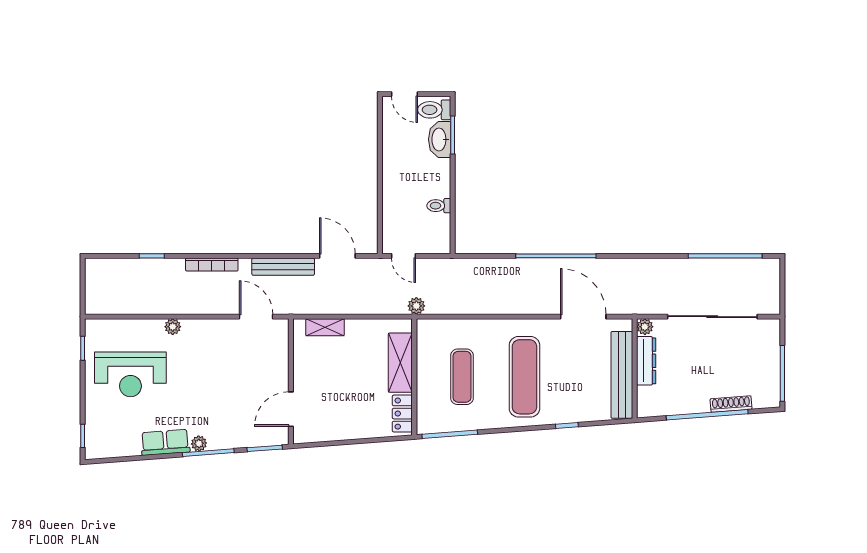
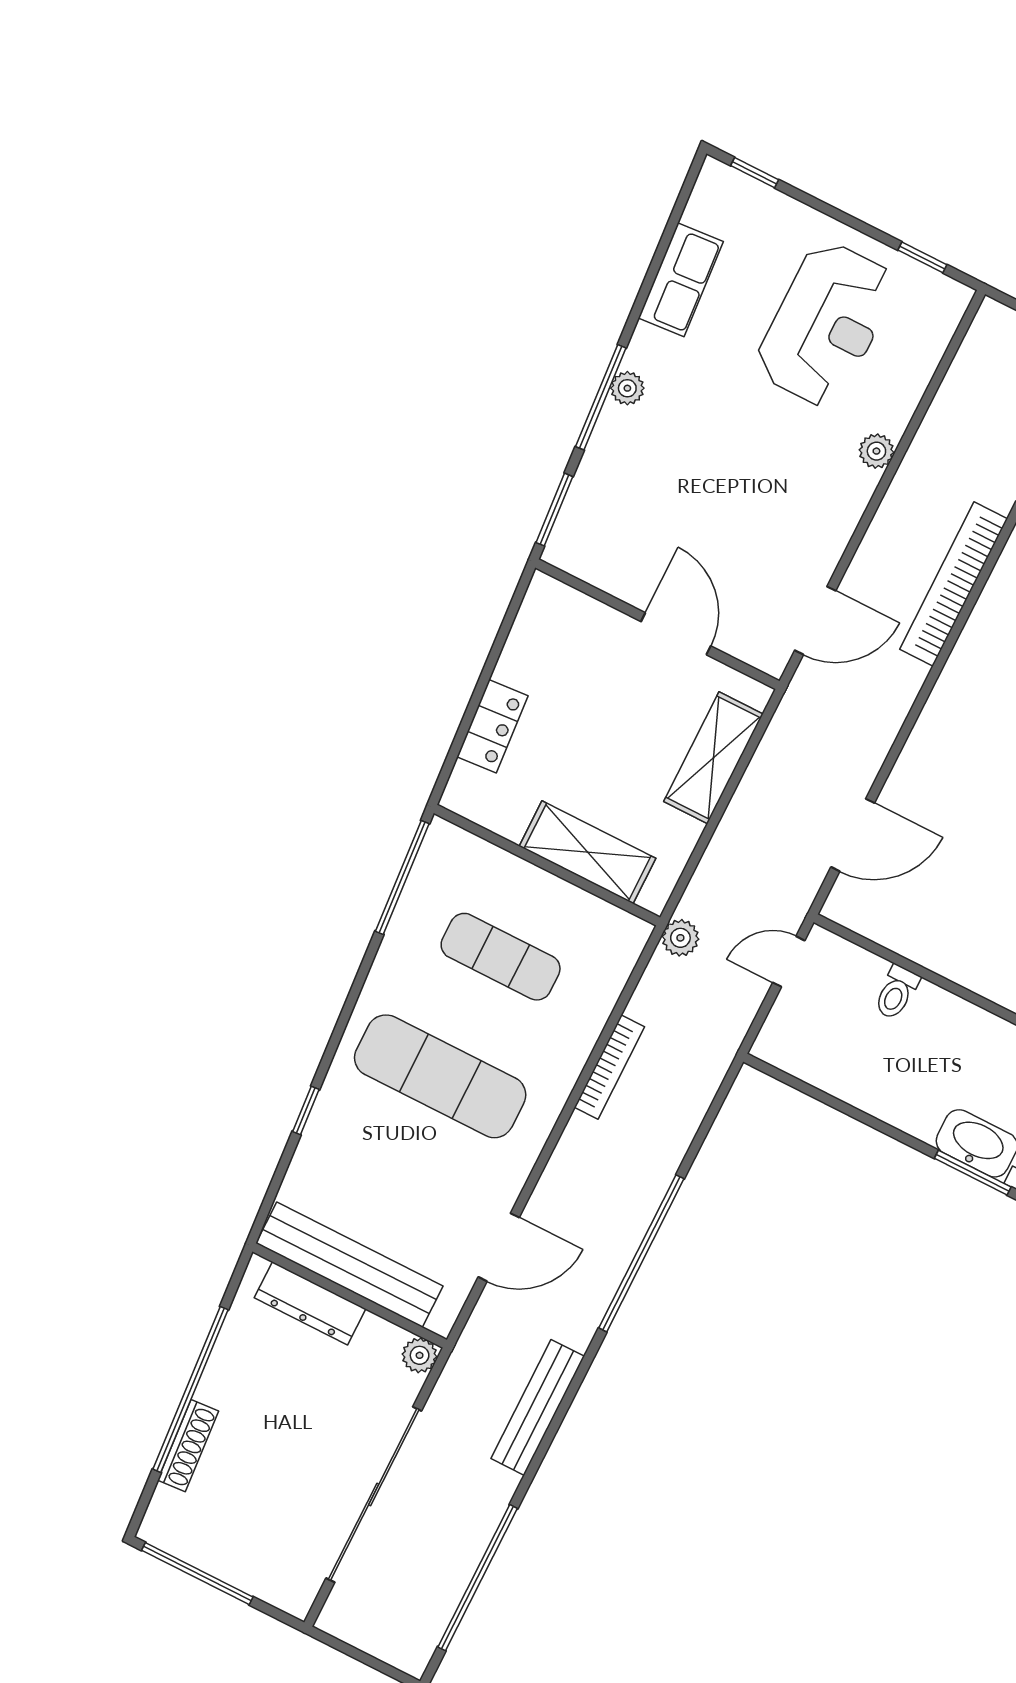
toilet: (439, 206) -> (896, 992), moved, turned 180
bookcase: (212, 265) -> (954, 584), width x1.48, depth x1.31
bench: (283, 267) -> (538, 1407), moved
bookcase: (485, 308) -> (609, 1067), added
door: (583, 317) -> (499, 1247), width x0.73
shelving: (325, 327) -> (713, 758), width x1.50, depth x1.33
dresser: (646, 361) -> (310, 1303), moved
reception desk: (130, 374) -> (826, 324), turned 180
door: (291, 409) -> (676, 634), moved
locker: (402, 414) -> (492, 726), moved, turned 86
row of seats: (165, 442) -> (681, 280), moved

